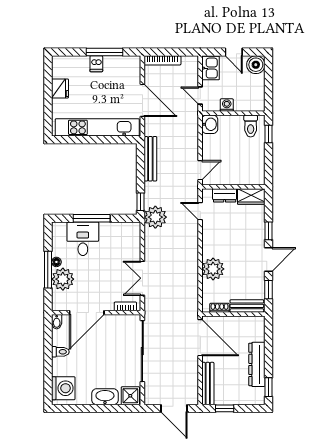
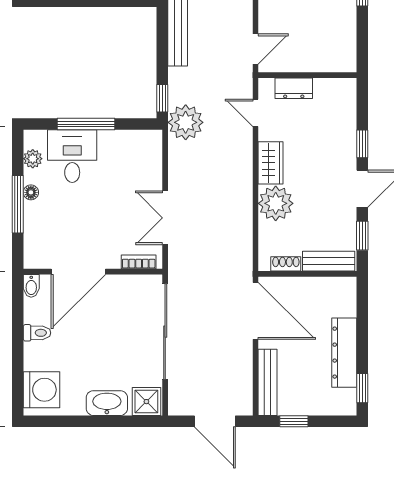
wardrobe: (251, 197) -> (271, 163), moved, turned -90
plant: (63, 279) -> (33, 159), moved, width x0.53, depth x0.53

